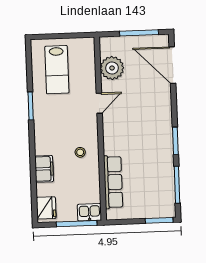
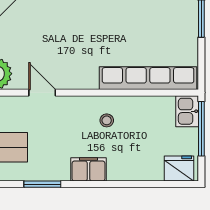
filing cabinet: (44, 169) -> (89, 169), moved
row of seats: (113, 182) -> (148, 78), width x1.36

